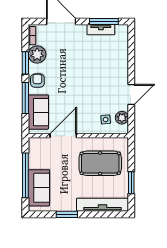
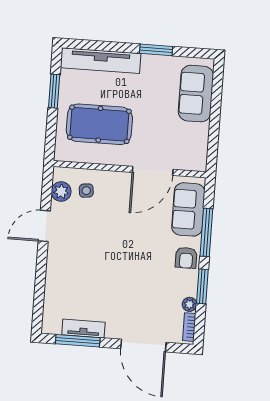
plant: (37, 55) -> (189, 304), width x0.53, depth x0.53
window: (25, 175) -> (215, 114), removed

